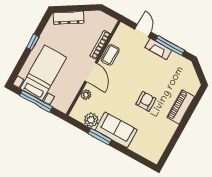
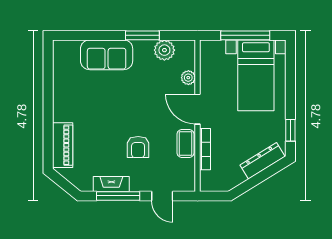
window: (33, 42) -> (290, 130), moved
fireplace: (158, 49) -> (111, 184), moved
armchair: (146, 101) -> (138, 147), moved
piano: (181, 107) -> (63, 145), moved
sofa: (116, 130) -> (107, 55), moved

